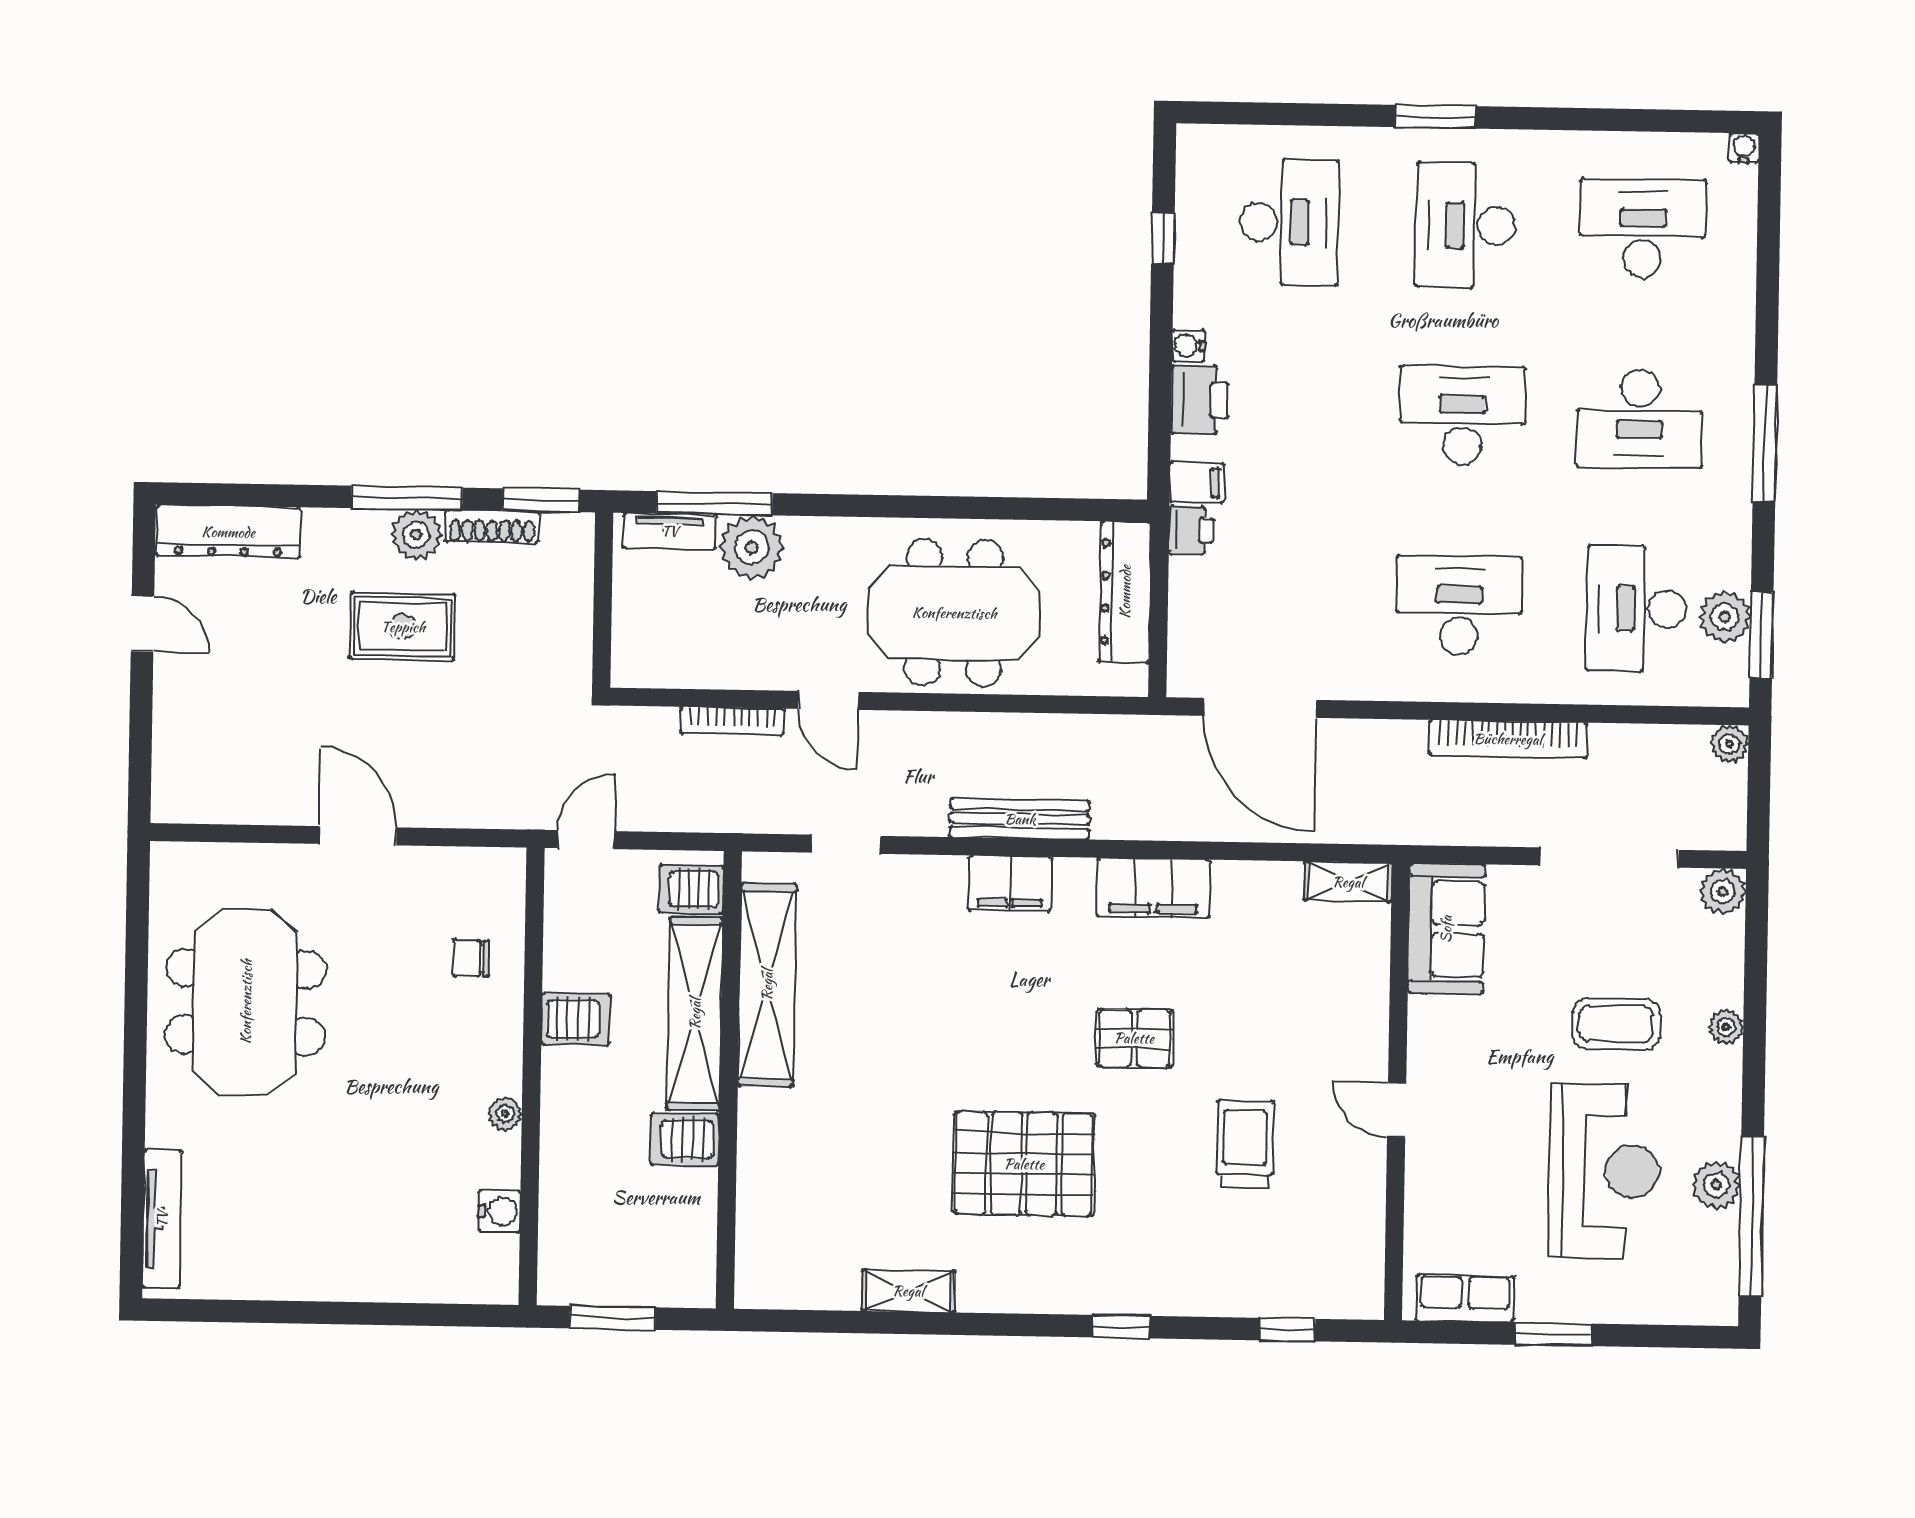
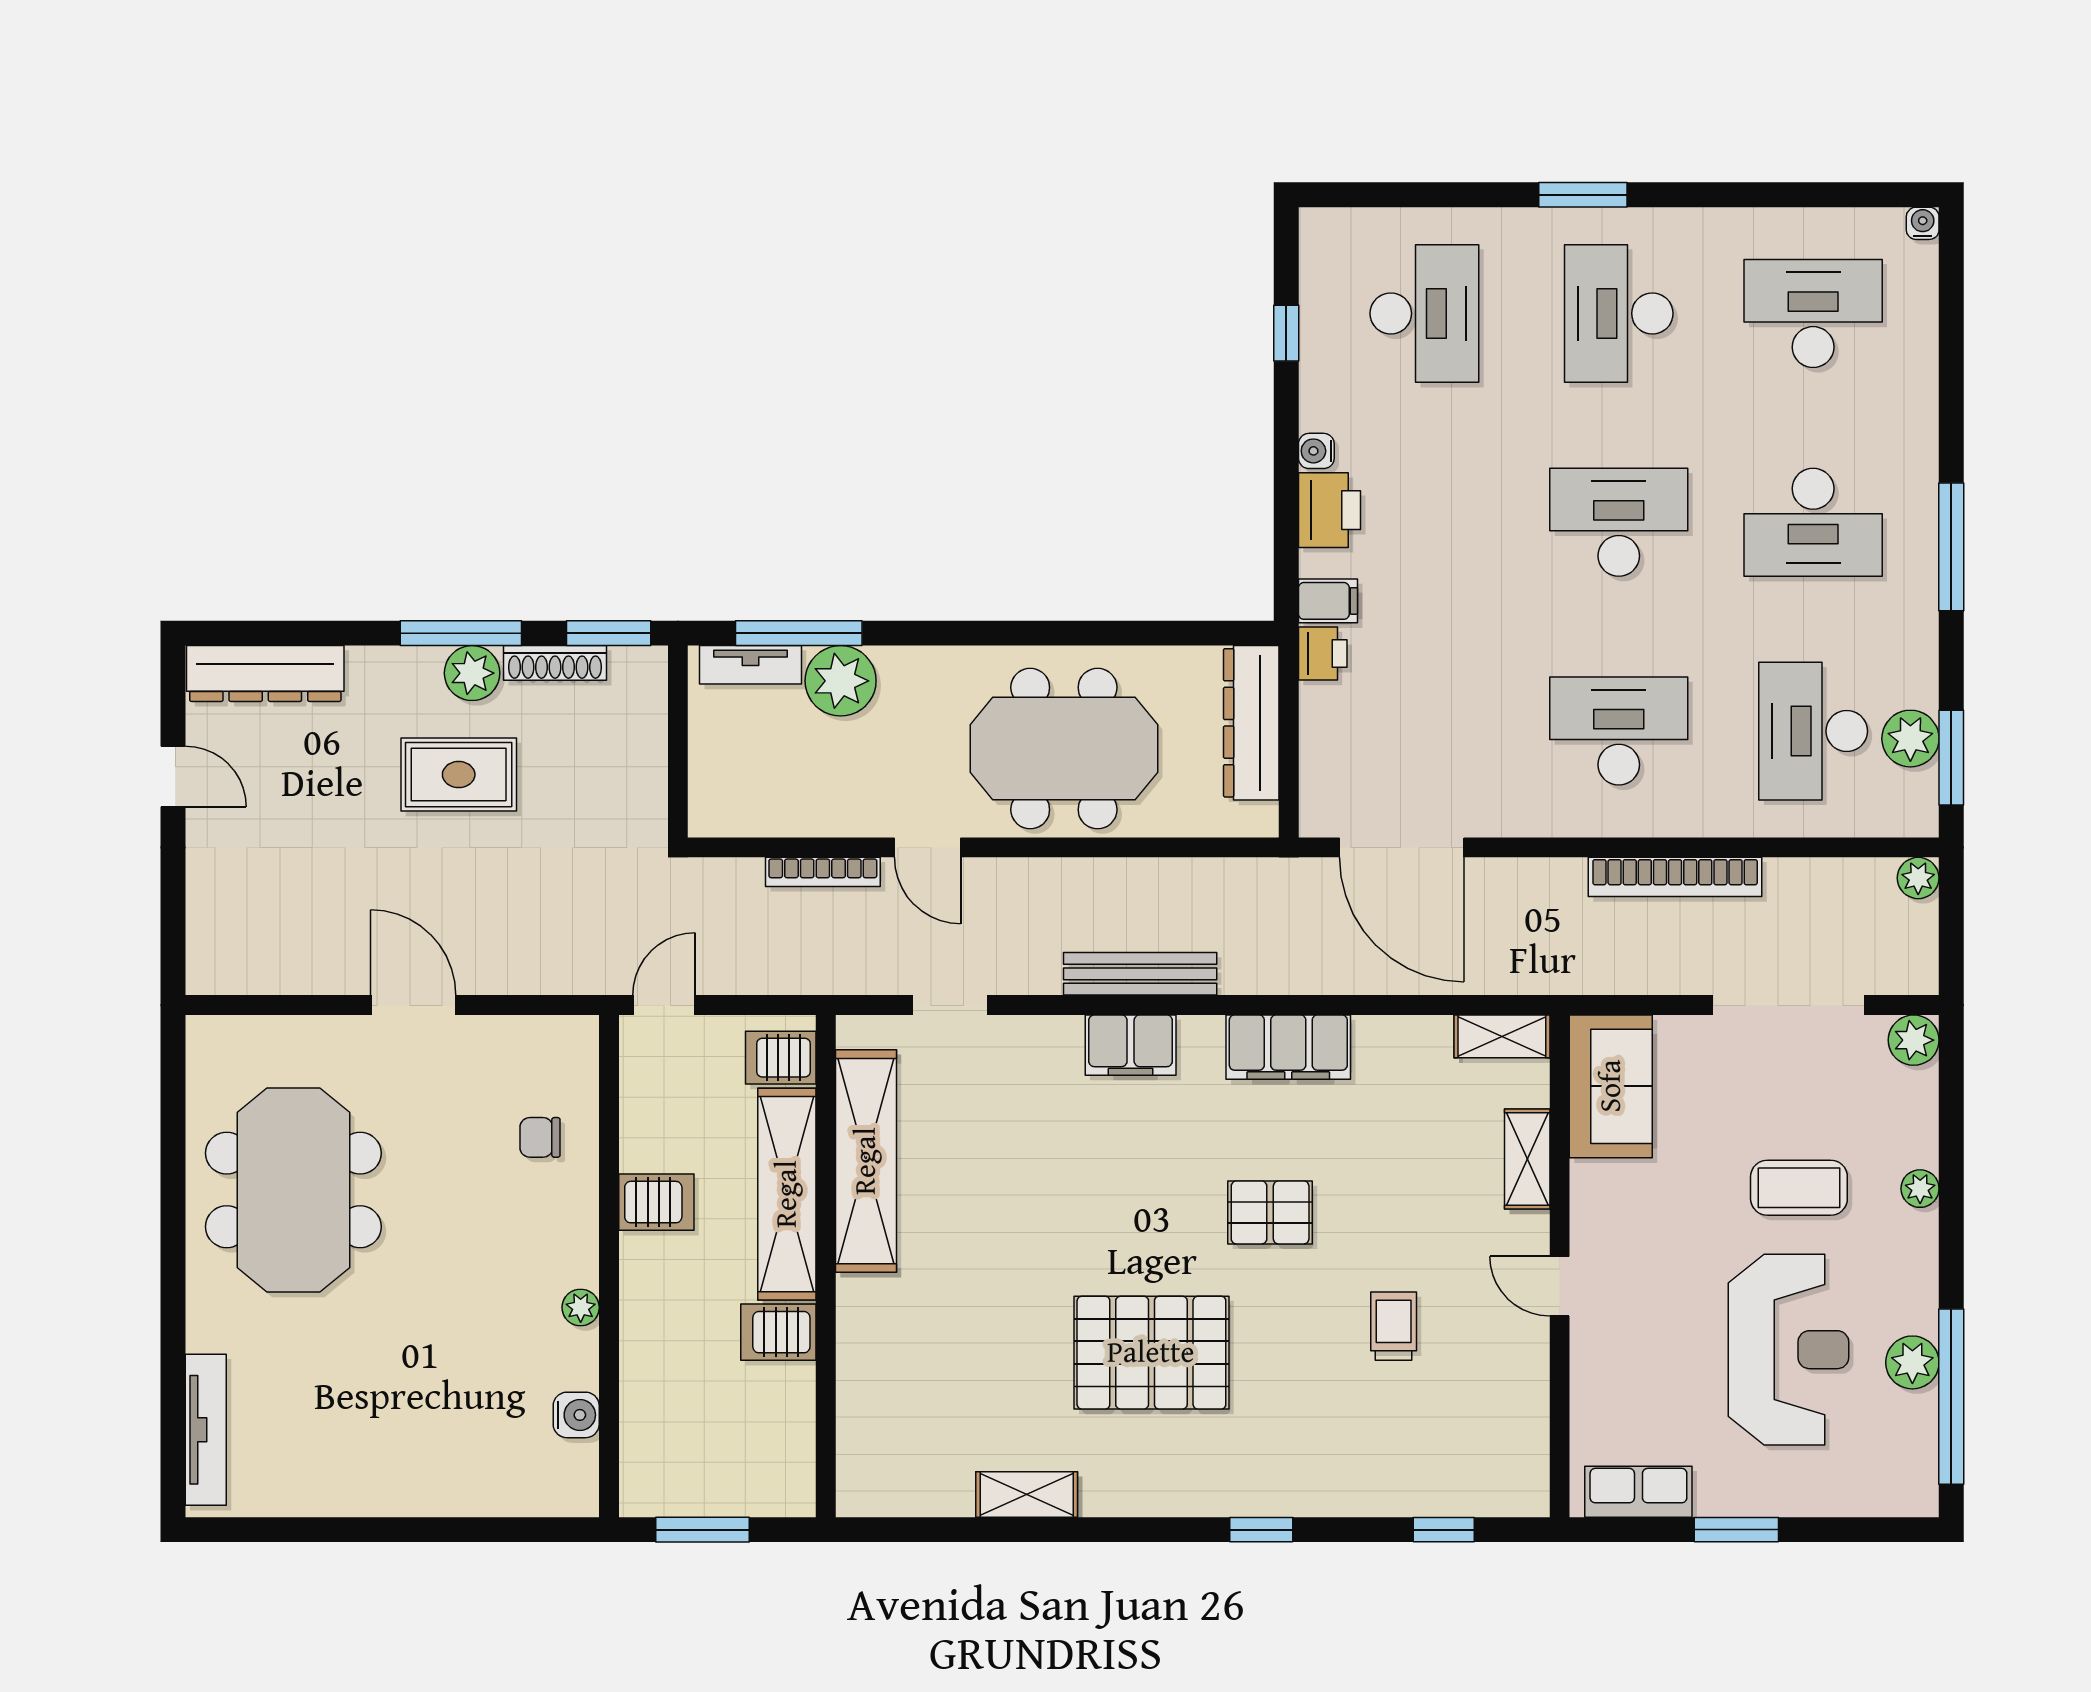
shelving: (1369, 994) -> (1527, 1159), added
trolley: (1245, 1144) -> (1394, 1326), width x0.73, depth x0.72

